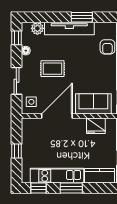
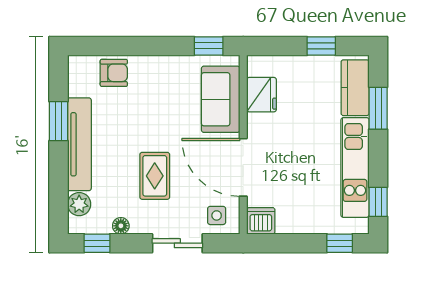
dishwasher: (28, 125) -> (261, 221), added
window: (16, 151) -> (340, 243), moved
window: (71, 188) -> (378, 108), moved

